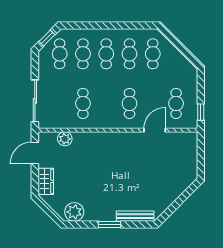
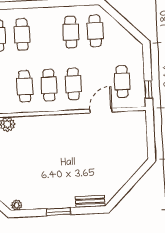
cafe table: (106, 54) -> (49, 85), moved
plant: (74, 212) -> (17, 205), width x0.53, depth x0.53
bench: (135, 216) -> (90, 201), width x0.73

